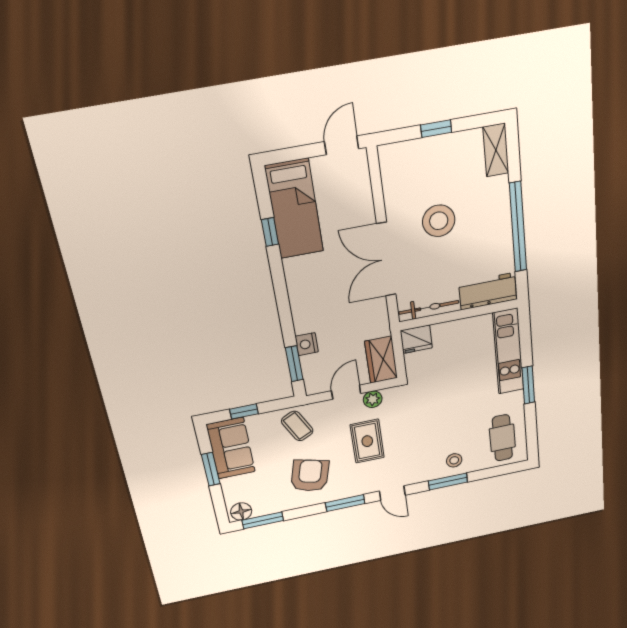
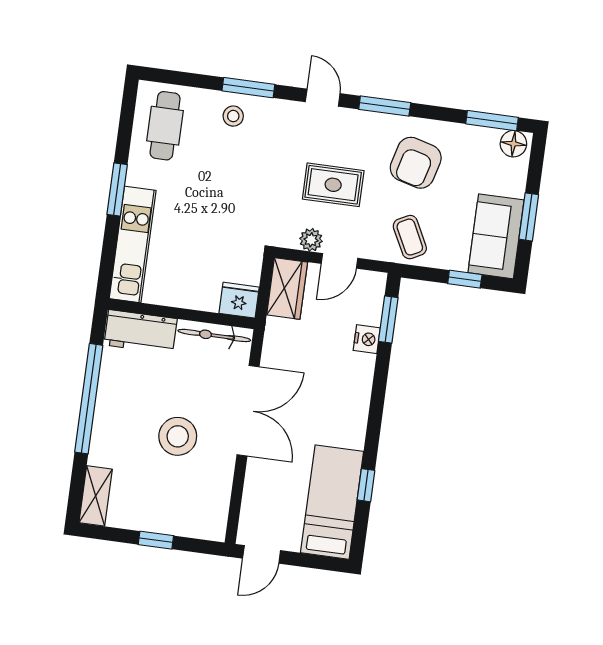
rug: (367, 441) -> (333, 185), turned 90

